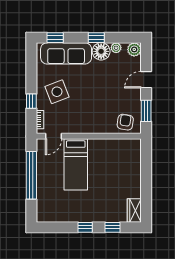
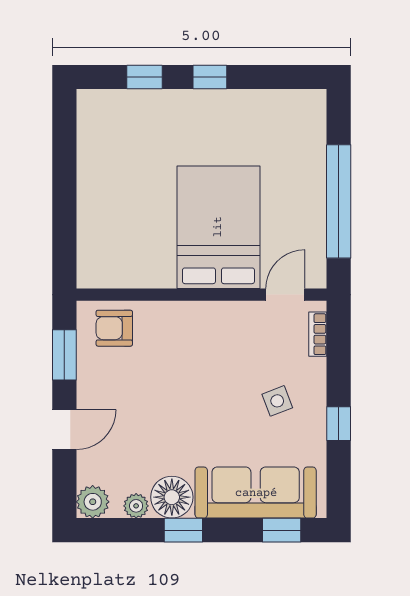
side table: (57, 92) -> (277, 401), width x0.54, depth x0.54
window: (31, 101) -> (339, 424), moved
armchair: (125, 122) -> (114, 328), turned 81
bed: (76, 164) -> (218, 227), width x1.50
wardrobe: (134, 210) -> (93, 117), removed

